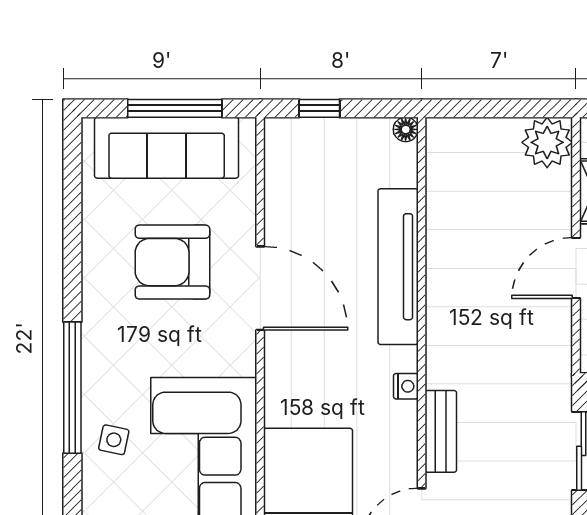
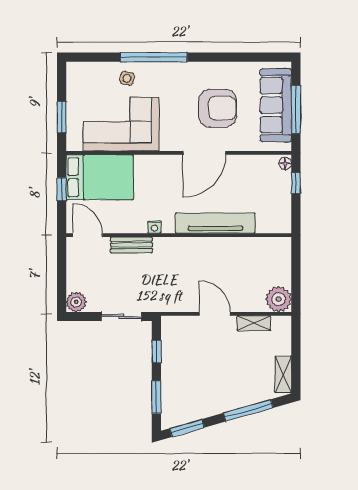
floor lamp: (406, 129) -> (285, 163), moved
armchair: (172, 262) -> (218, 108), turned 89

